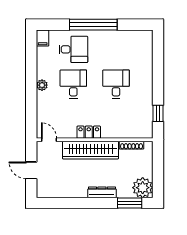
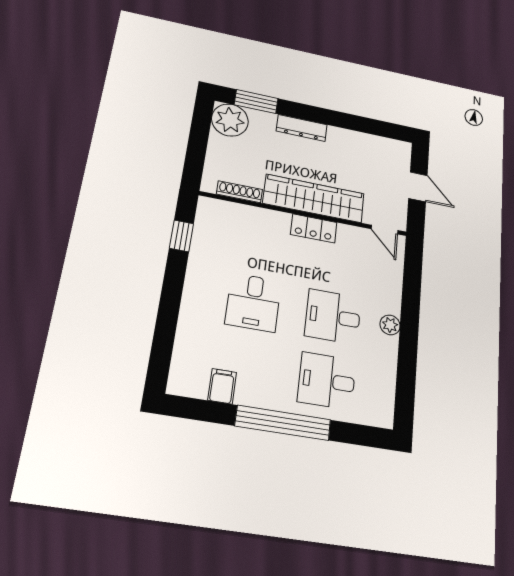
filing cabinet: (43, 38) -> (222, 386), moved
desk: (73, 84) -> (333, 317), turned 90

